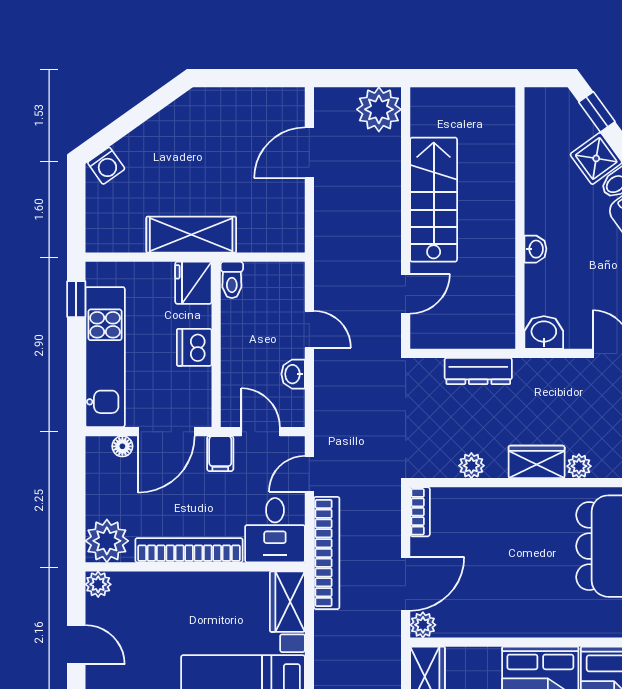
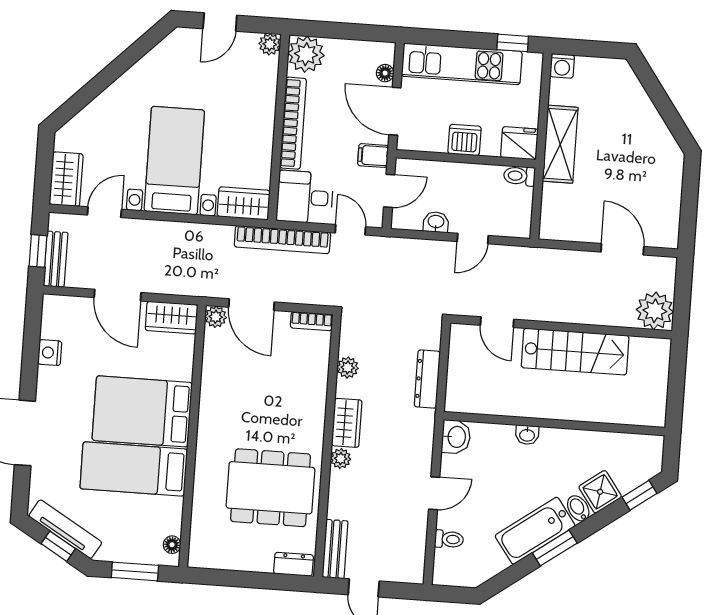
washing machine: (106, 166) -> (562, 66), moved, turned -54

